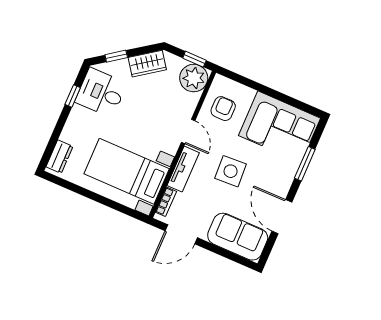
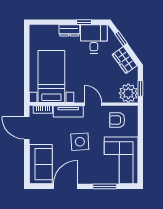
armchair: (223, 109) -> (117, 120), turned 180
door: (188, 131) -> (93, 104), swing flipped
dresser: (59, 157) -> (69, 30), moved

